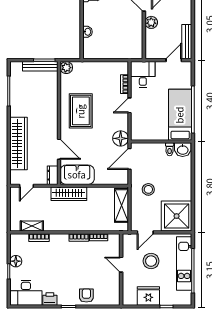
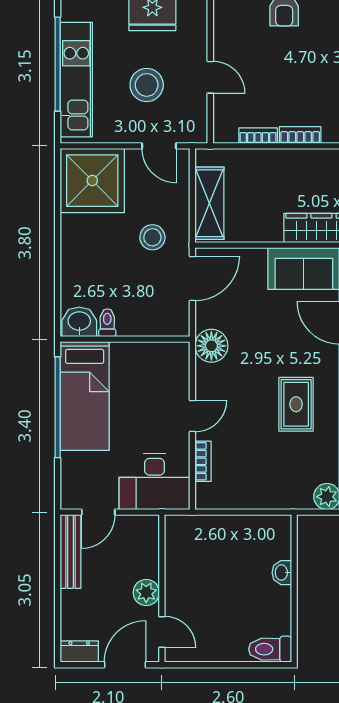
desk: (143, 74) -> (154, 482), width x1.37
rug: (81, 111) -> (296, 404), width x0.73, depth x0.70
door: (130, 159) -> (192, 278), moved
door: (145, 232) -> (159, 146), swing flipped

